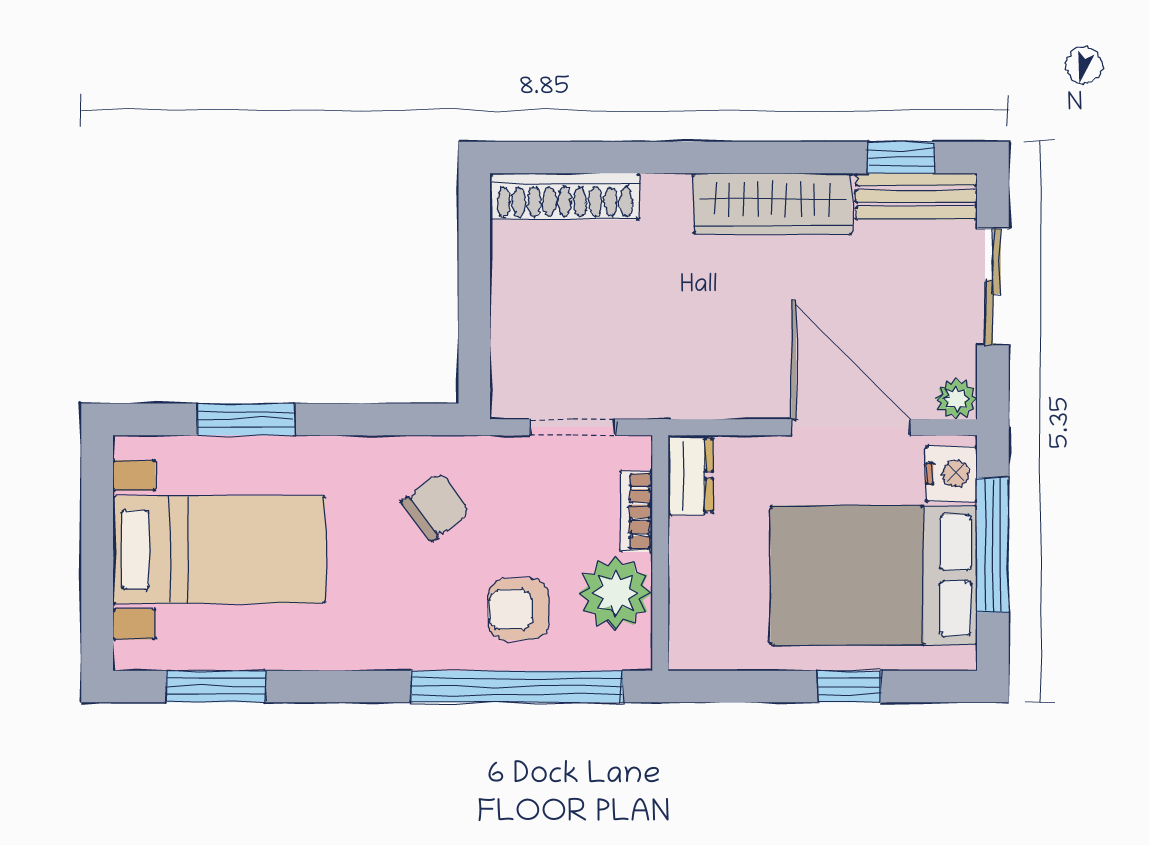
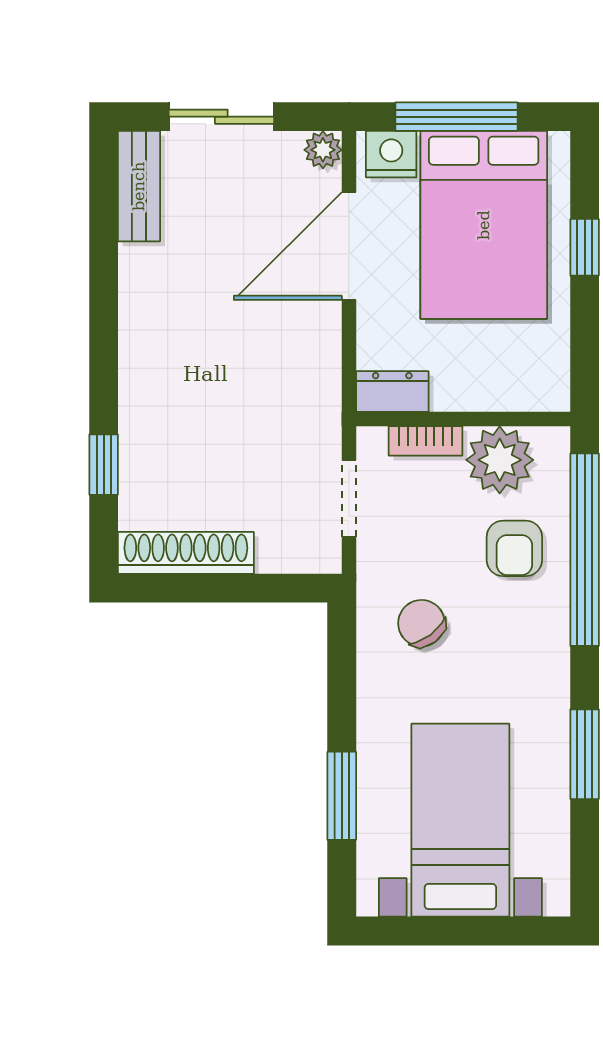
window: (901, 157) -> (104, 465), moved
shoe rack: (565, 196) -> (186, 553), moved, turned -90
wardrobe: (772, 204) -> (146, 317), removed
window: (216, 686) -> (585, 754), moved

